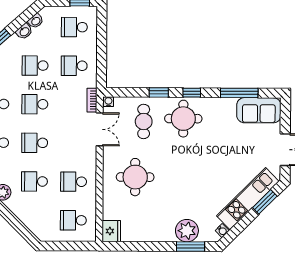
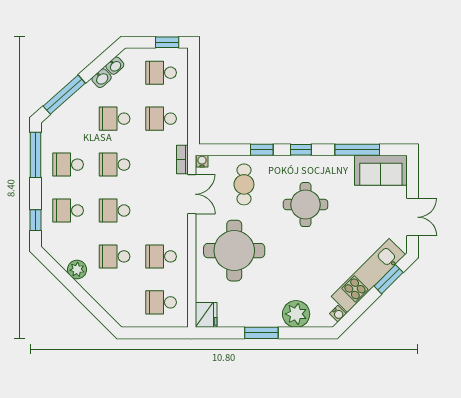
round table: (183, 119) -> (306, 205), moved
round table: (135, 177) -> (234, 251), width x1.36, depth x1.36
window: (190, 247) -> (261, 333), moved

